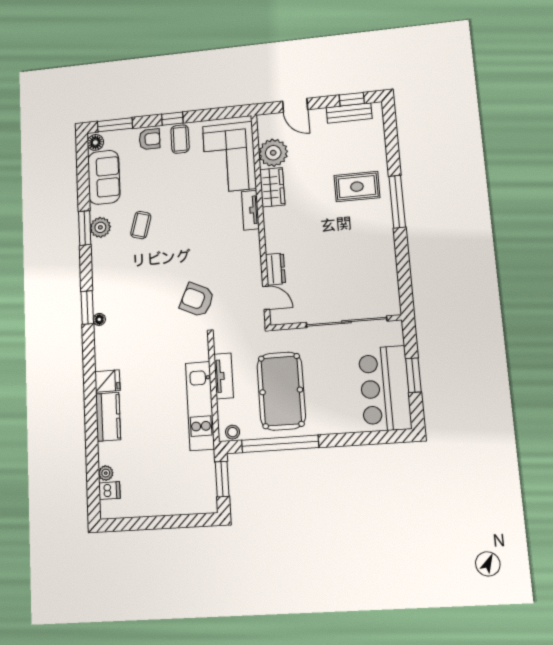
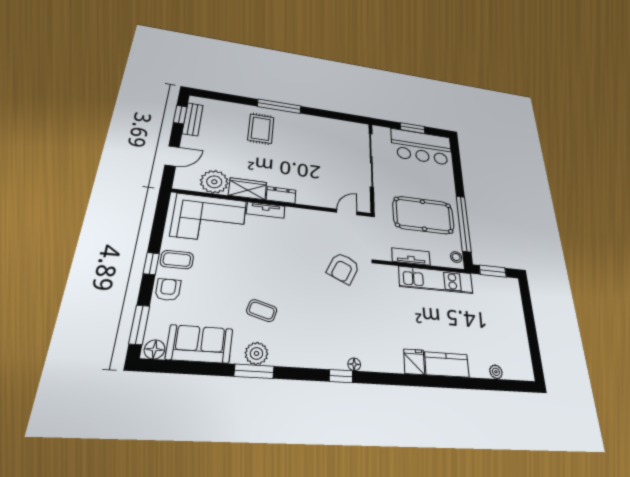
dresser: (275, 269) -> (281, 195), moved
window: (87, 307) -> (341, 376), width x0.67
dishwasher: (109, 491) -> (510, 370), removed

